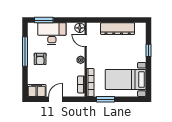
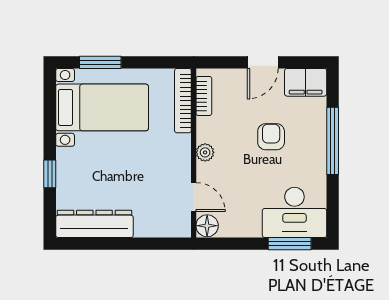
dresser: (118, 29) -> (94, 224), moved
desk: (52, 34) -> (294, 212), moved
window: (25, 51) -> (333, 141), moved
armchair: (40, 59) -> (271, 137), moved
window: (106, 99) -> (100, 62), moved

